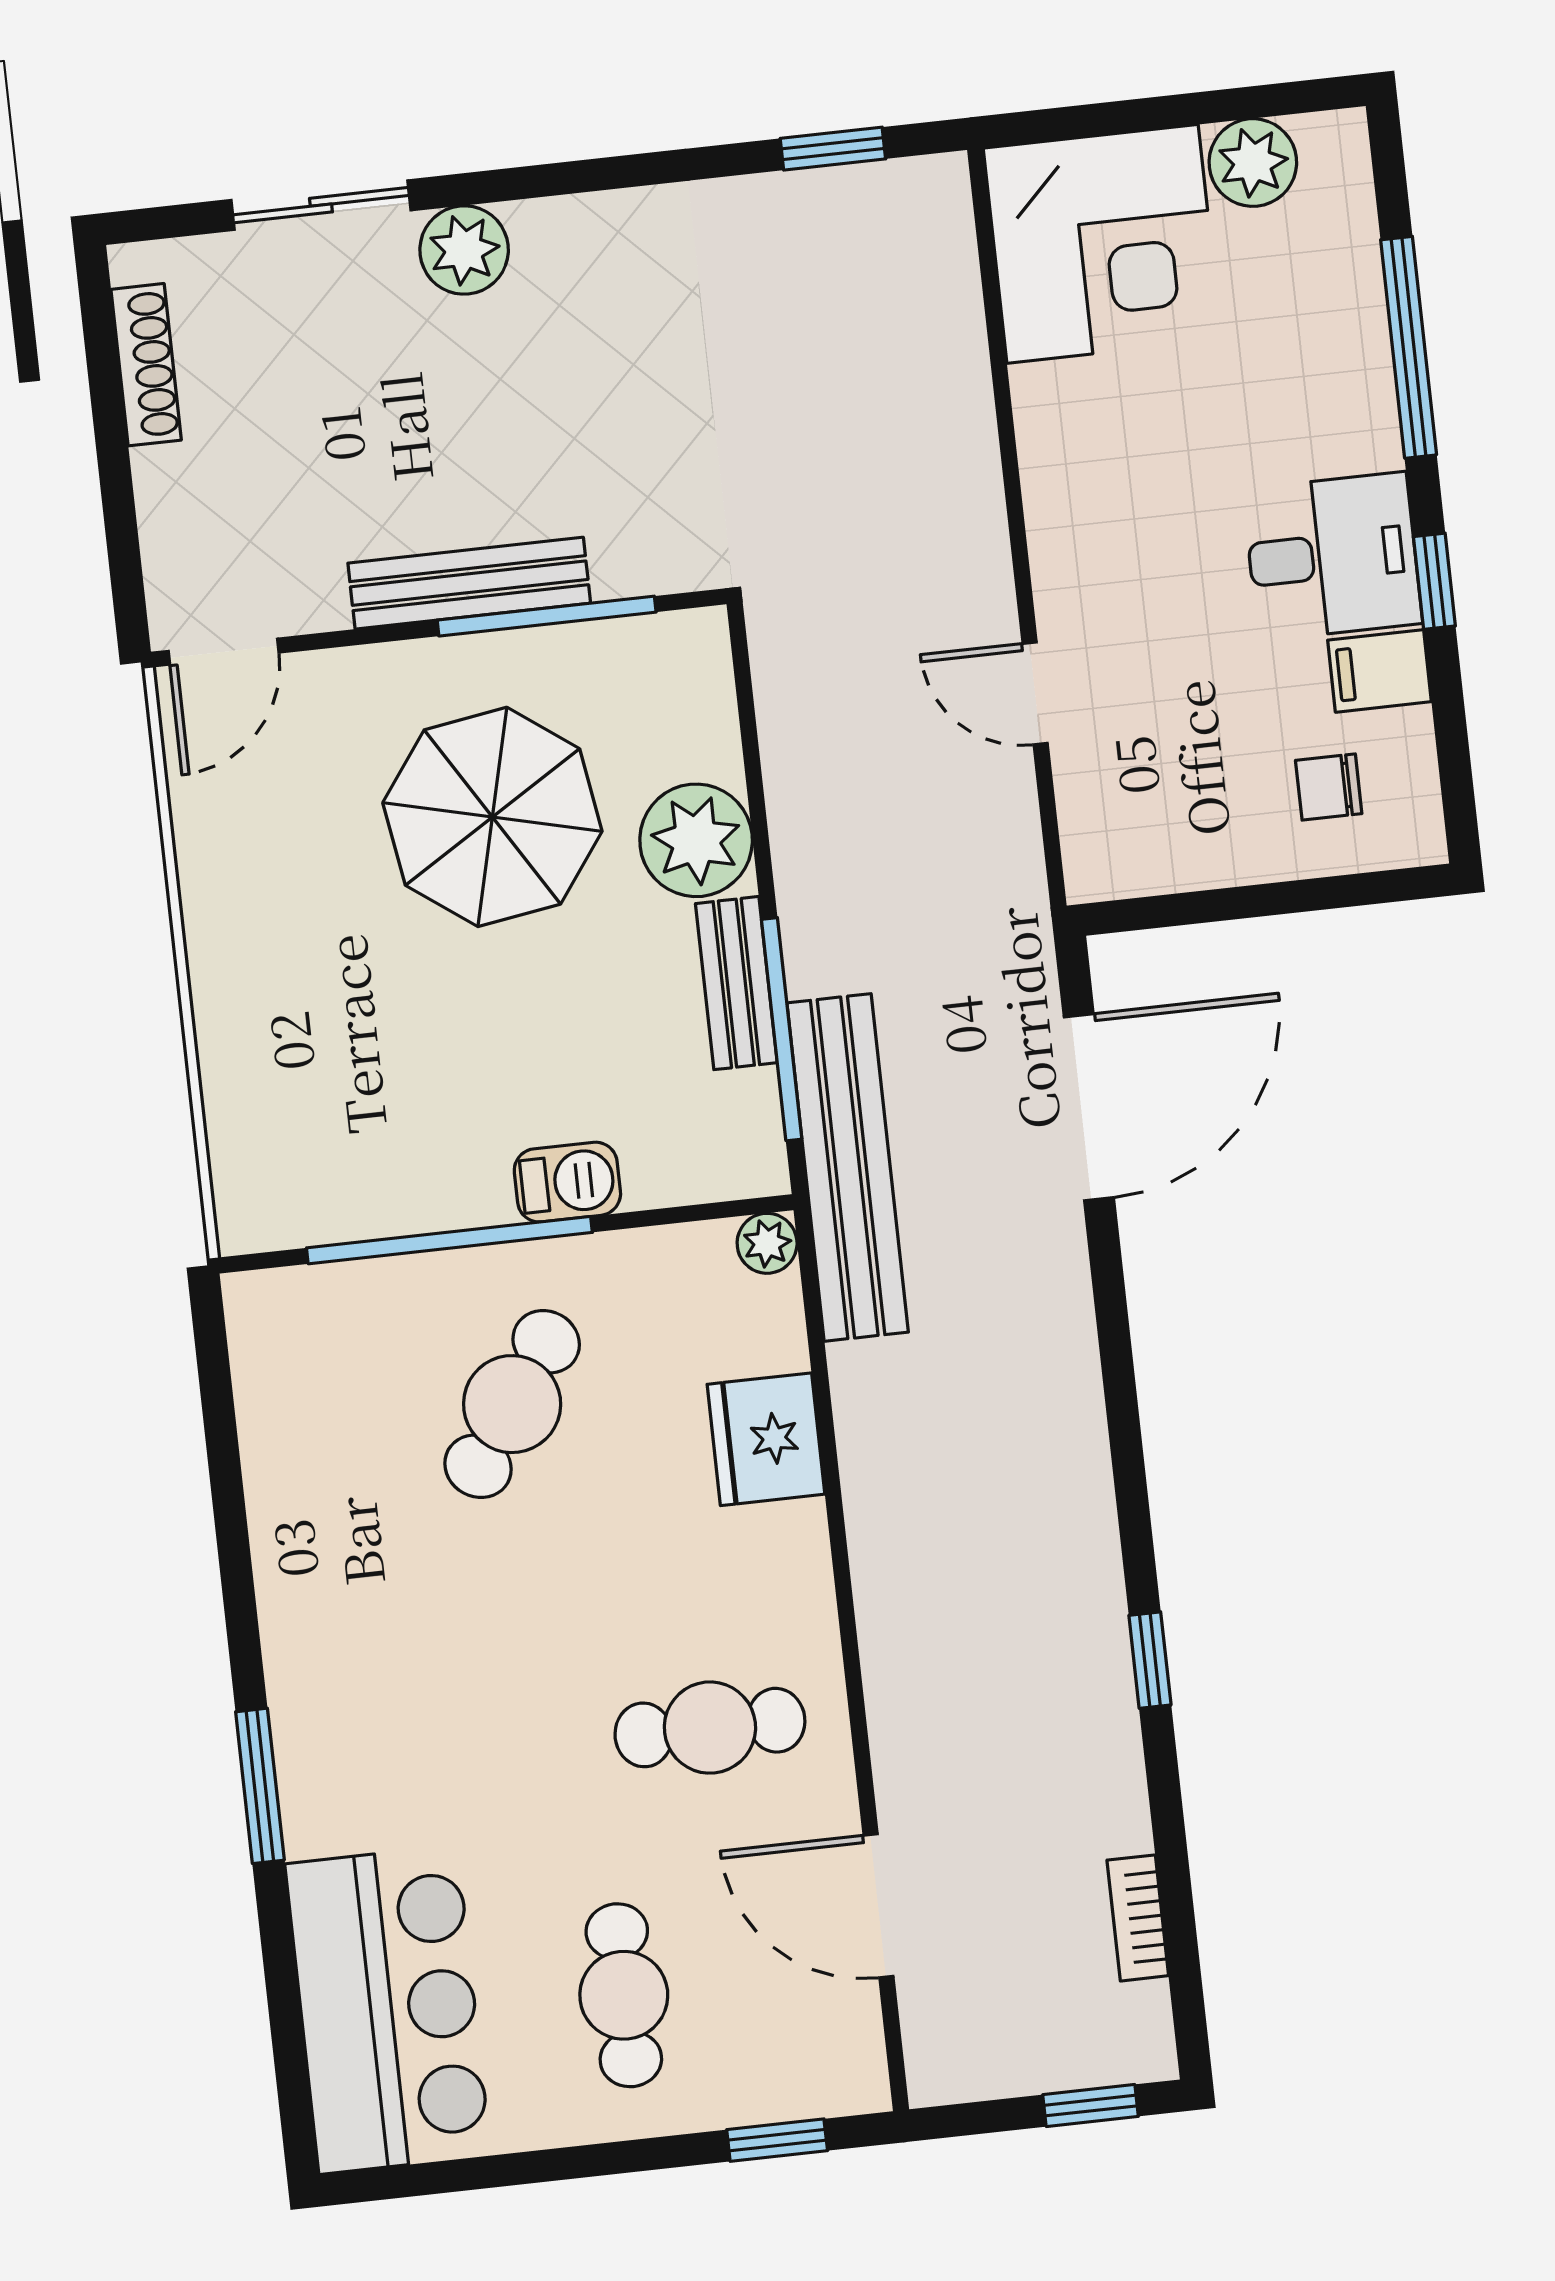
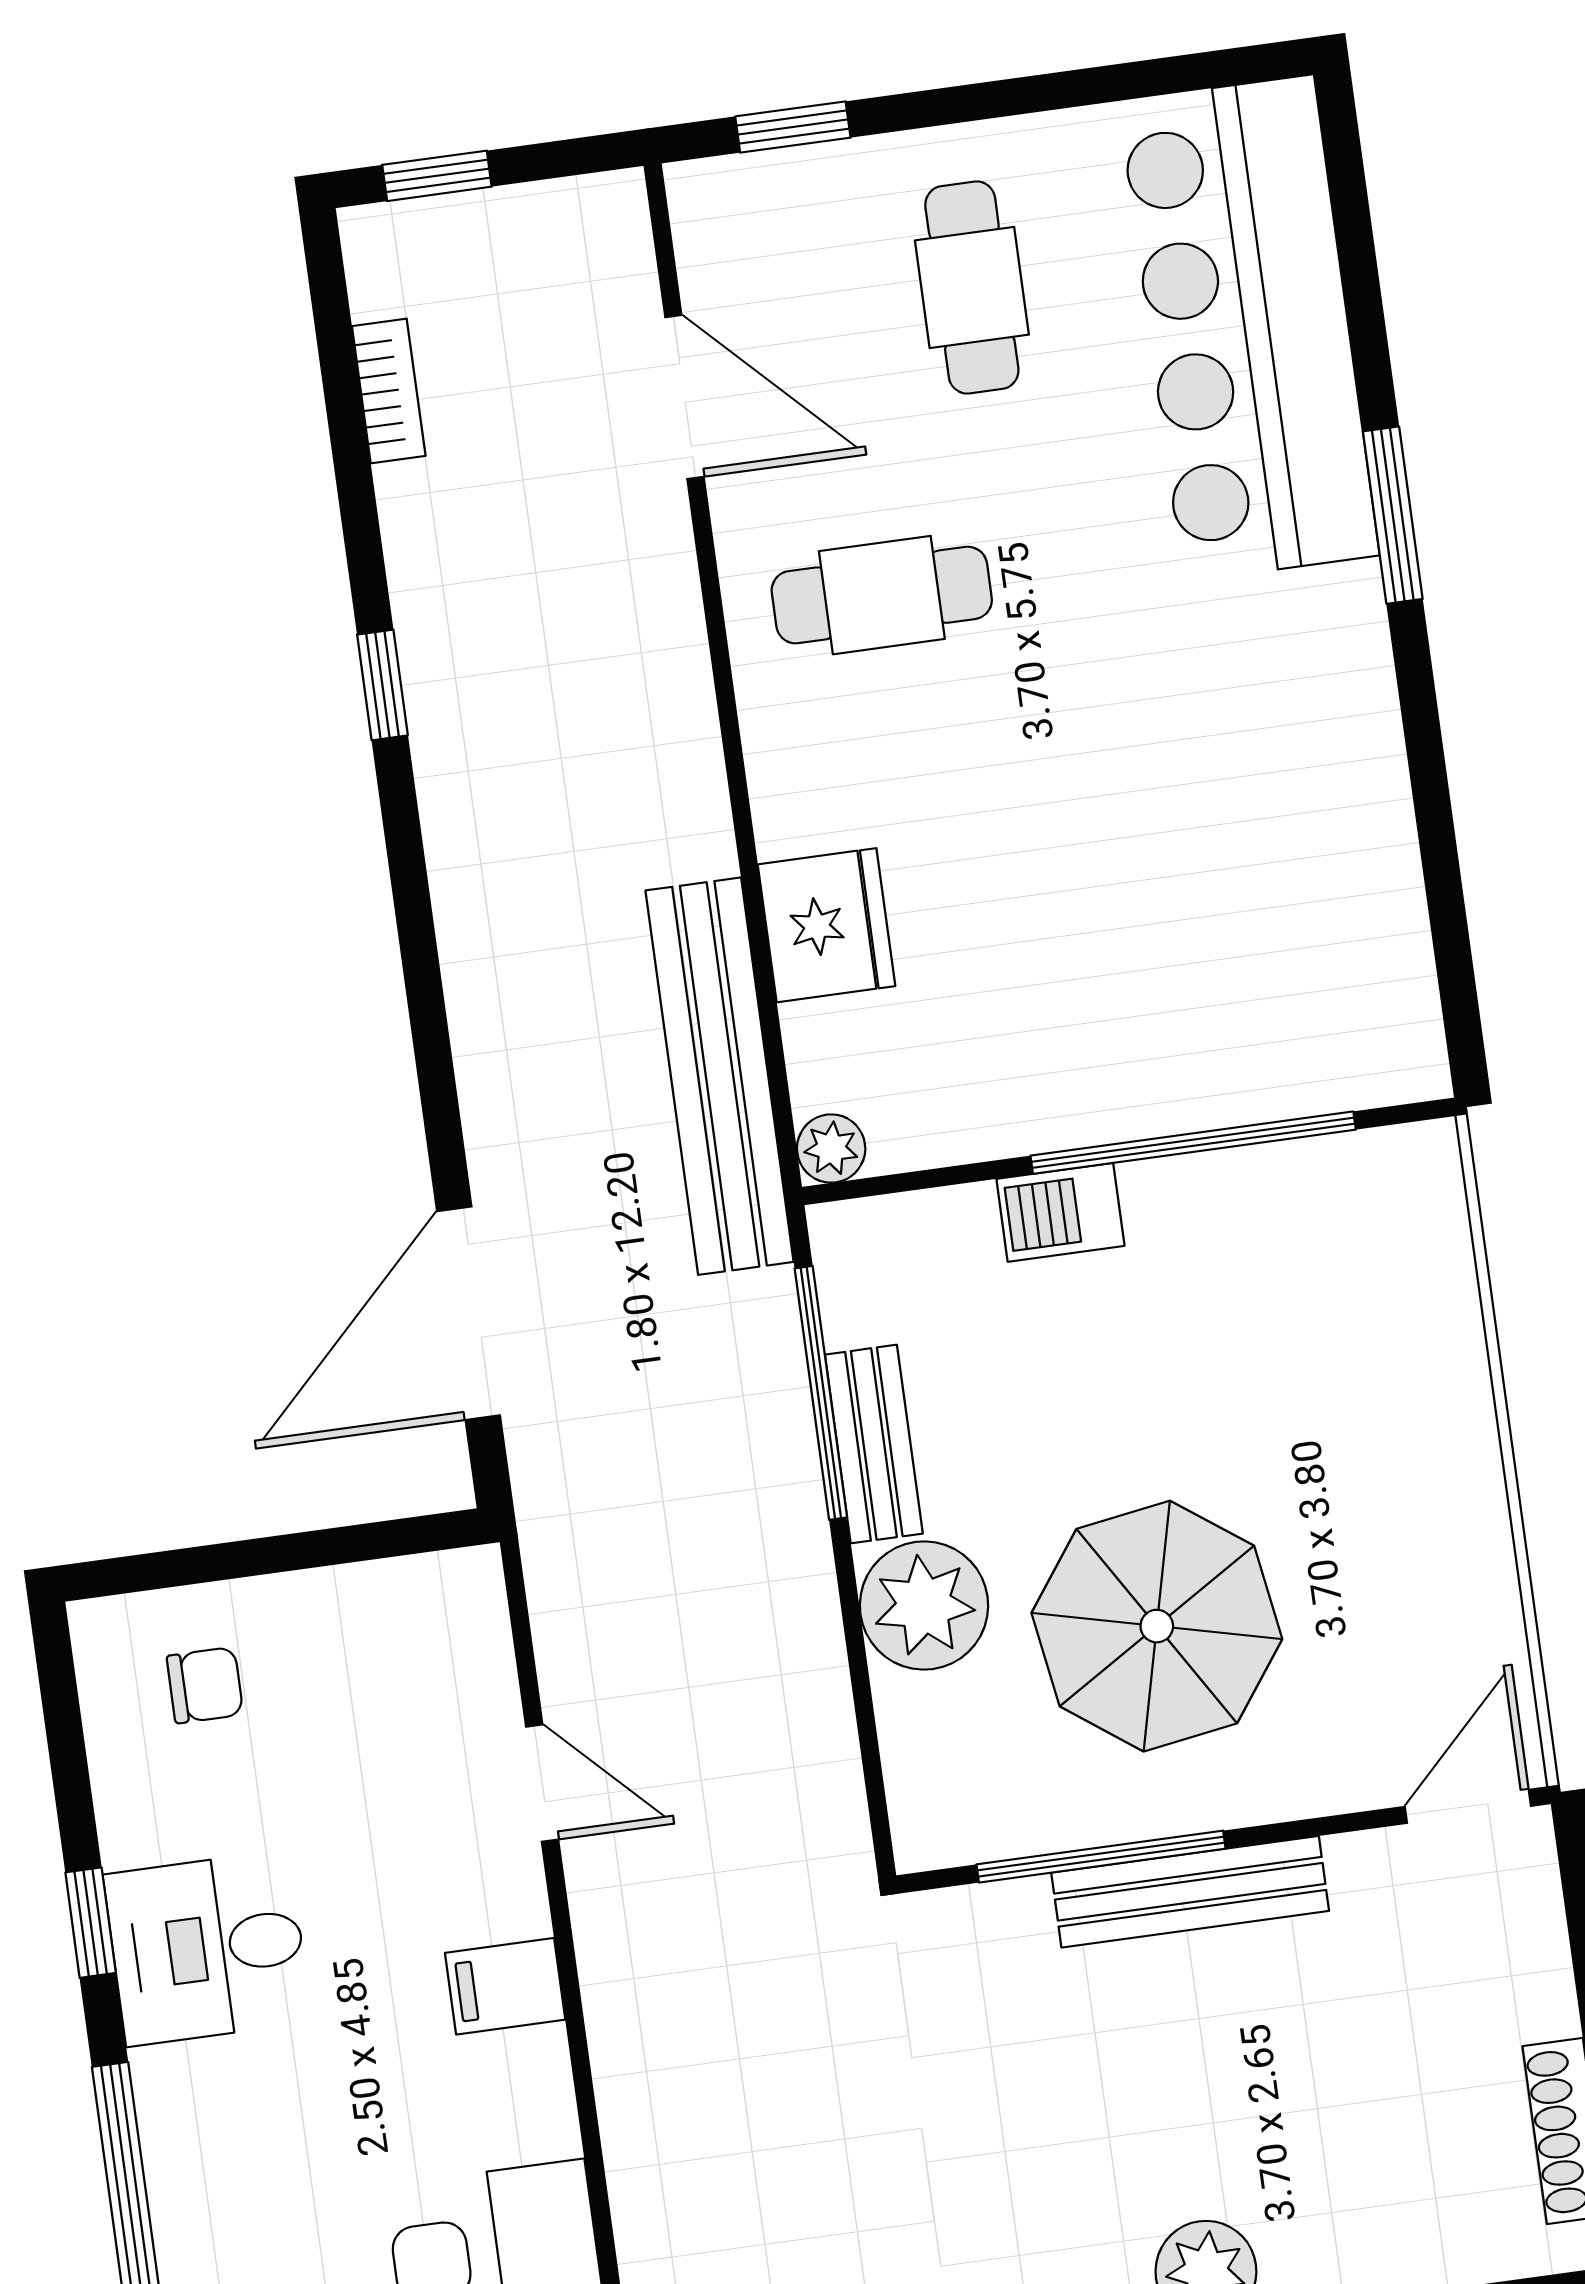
filing cabinet: (1379, 671) -> (505, 1986), moved, turned 180
bench: (848, 1167) -> (720, 1076), moved
cafe table: (512, 1404) -> (1117, 958), removed
bar counter: (388, 2010) -> (1249, 328), width x1.36

